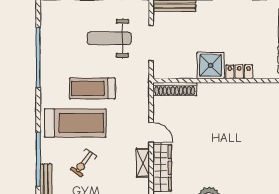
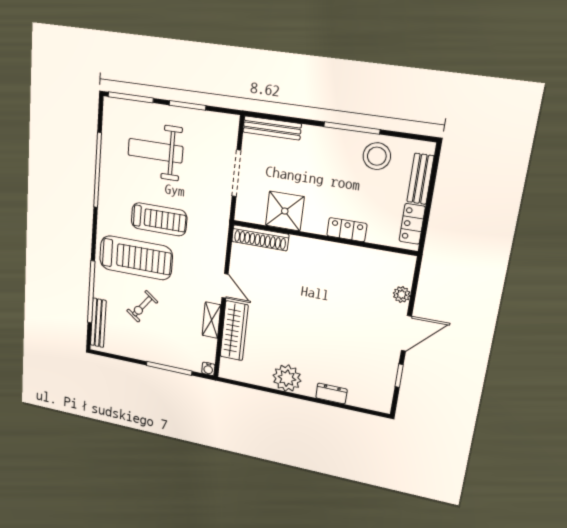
stool: (253, 15) -> (377, 156), added
weight bench: (109, 38) -> (155, 151), moved
shower: (211, 65) -> (285, 211), moved
treadmill: (92, 88) -> (159, 219), turned 180

